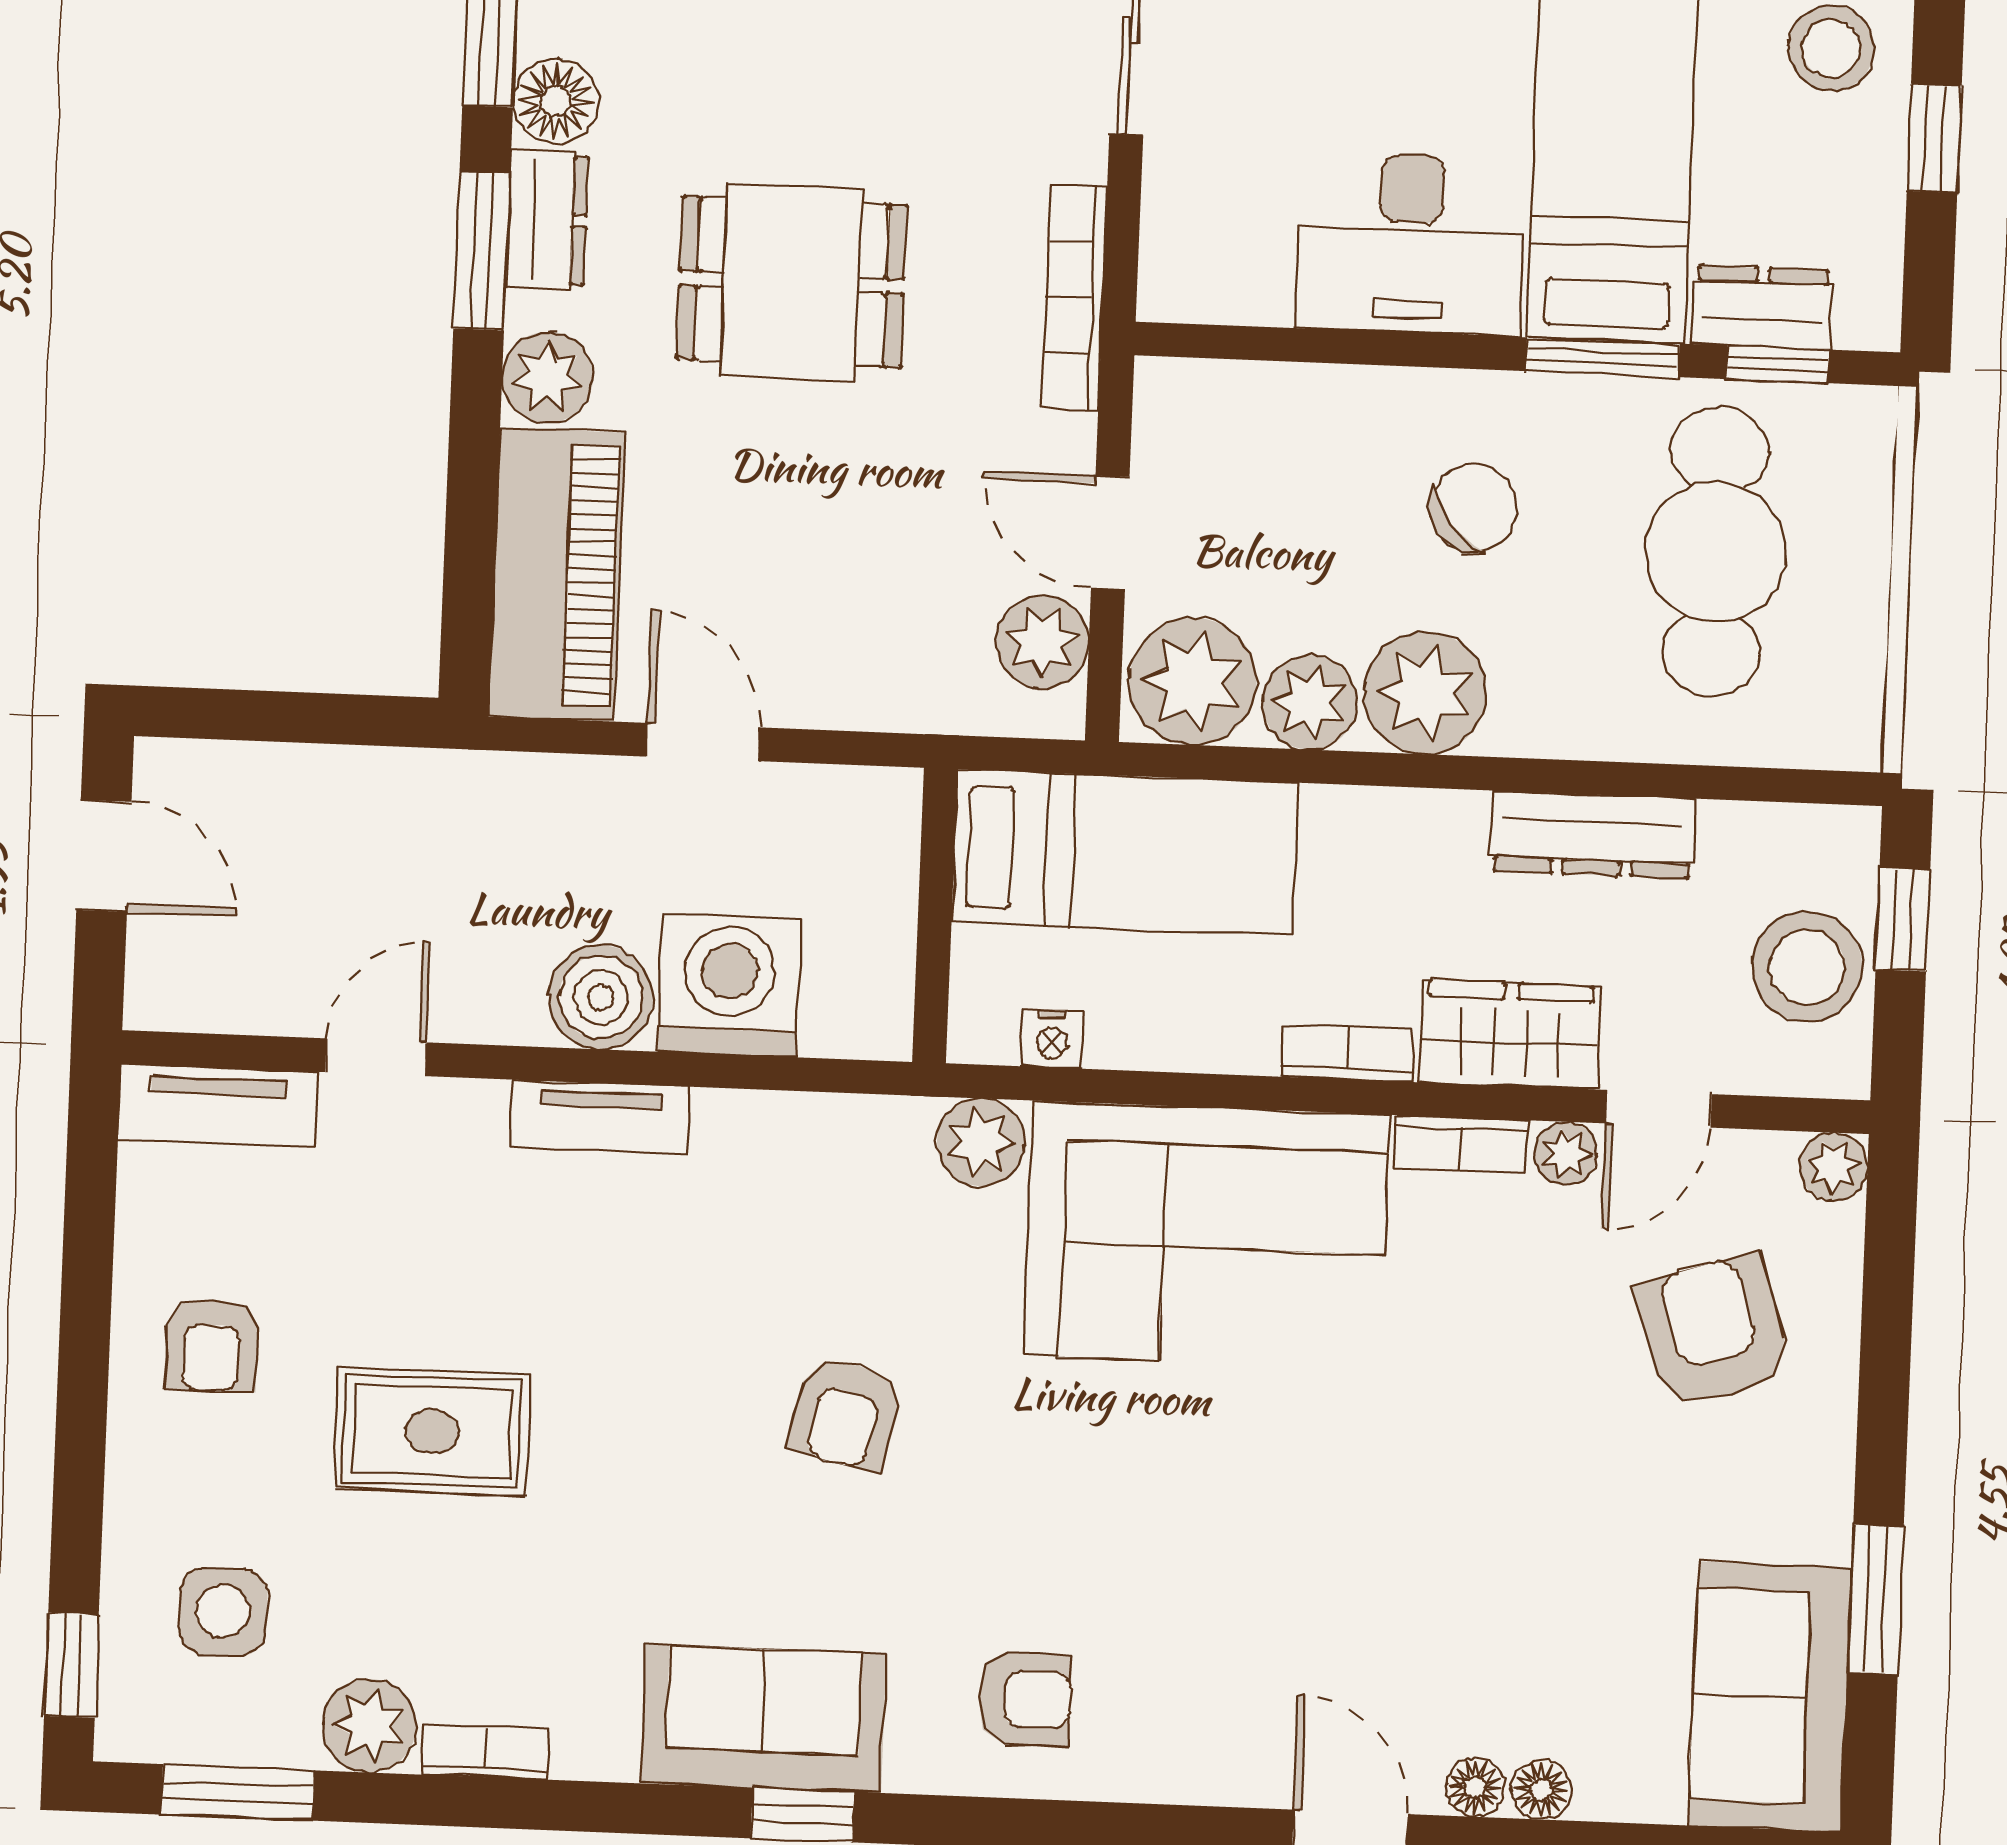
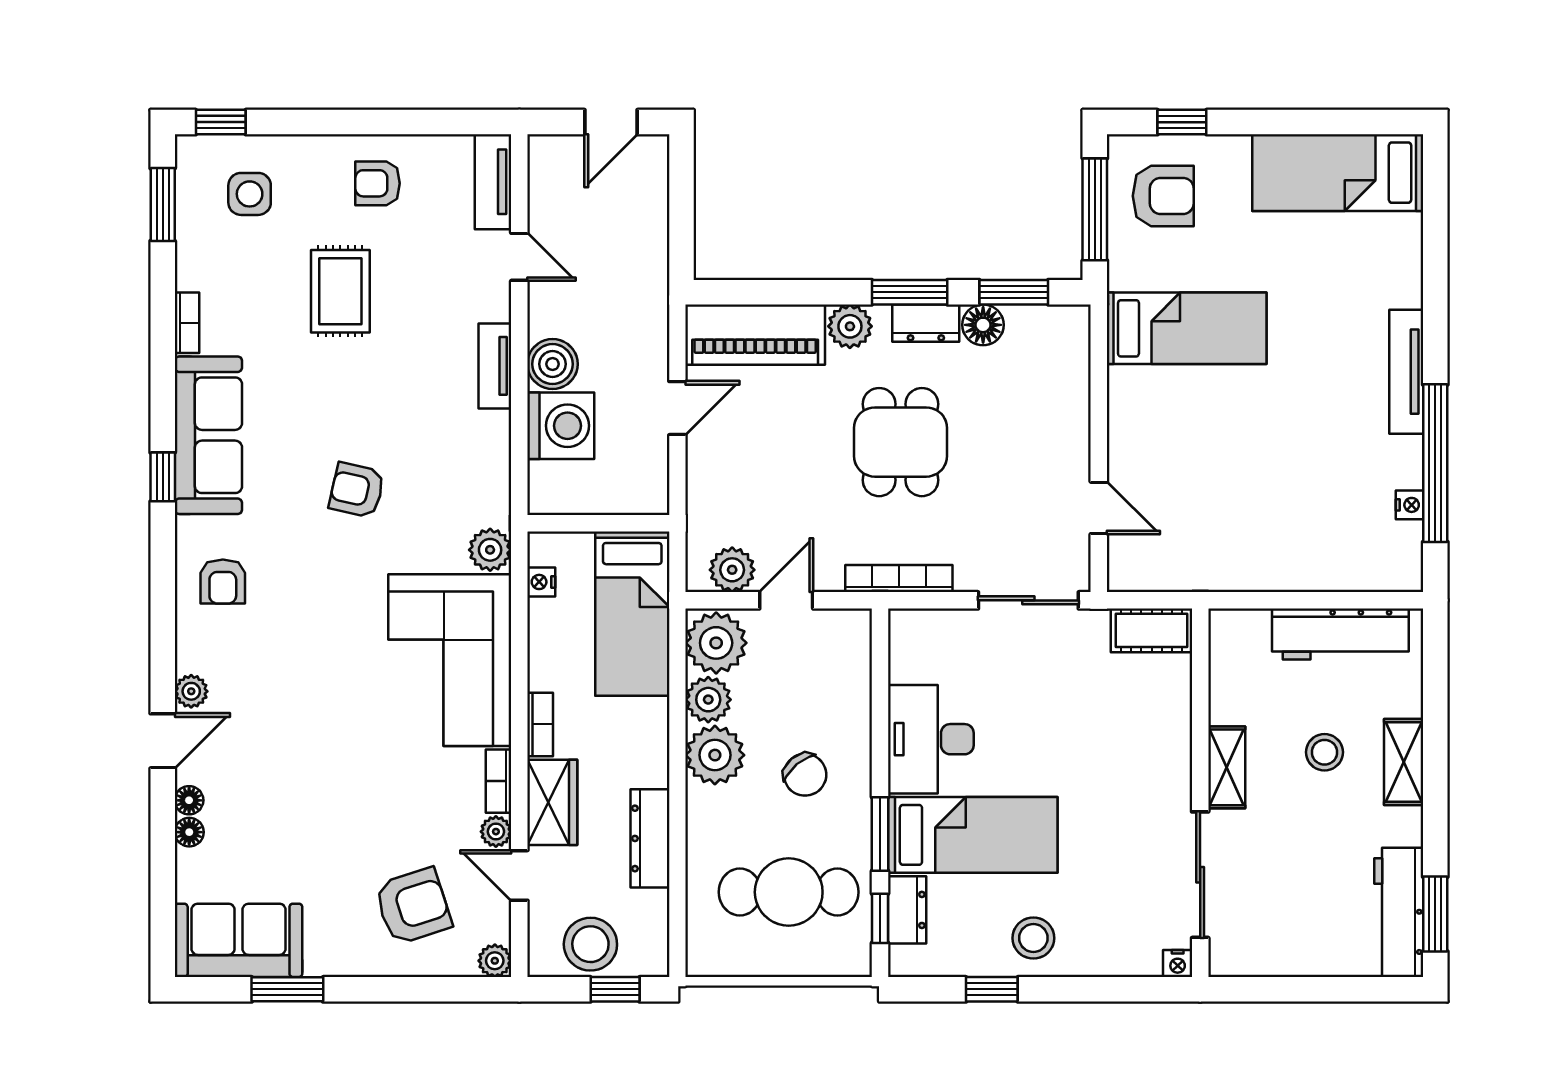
sofa: (763, 1719) -> (208, 435), width x1.36
plant: (369, 1726) -> (191, 691), moved, width x0.73, depth x0.73

